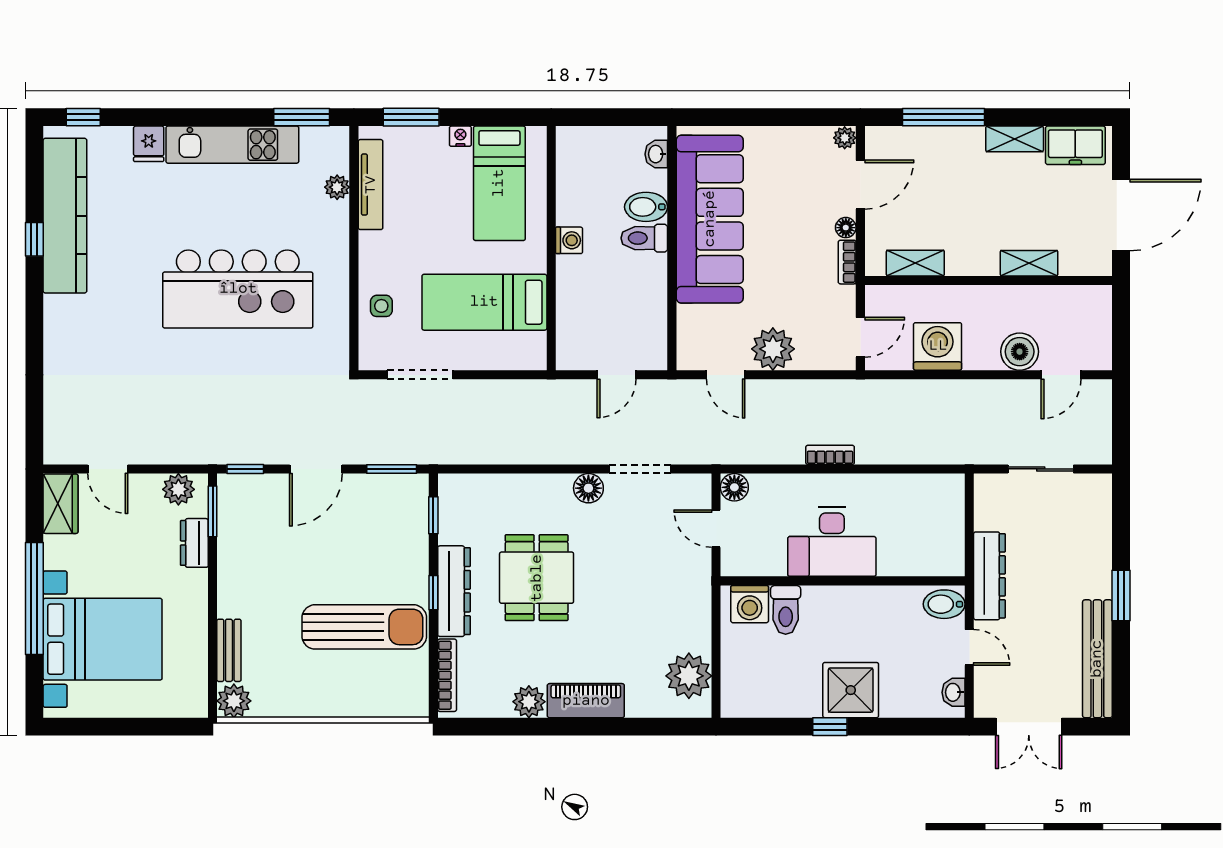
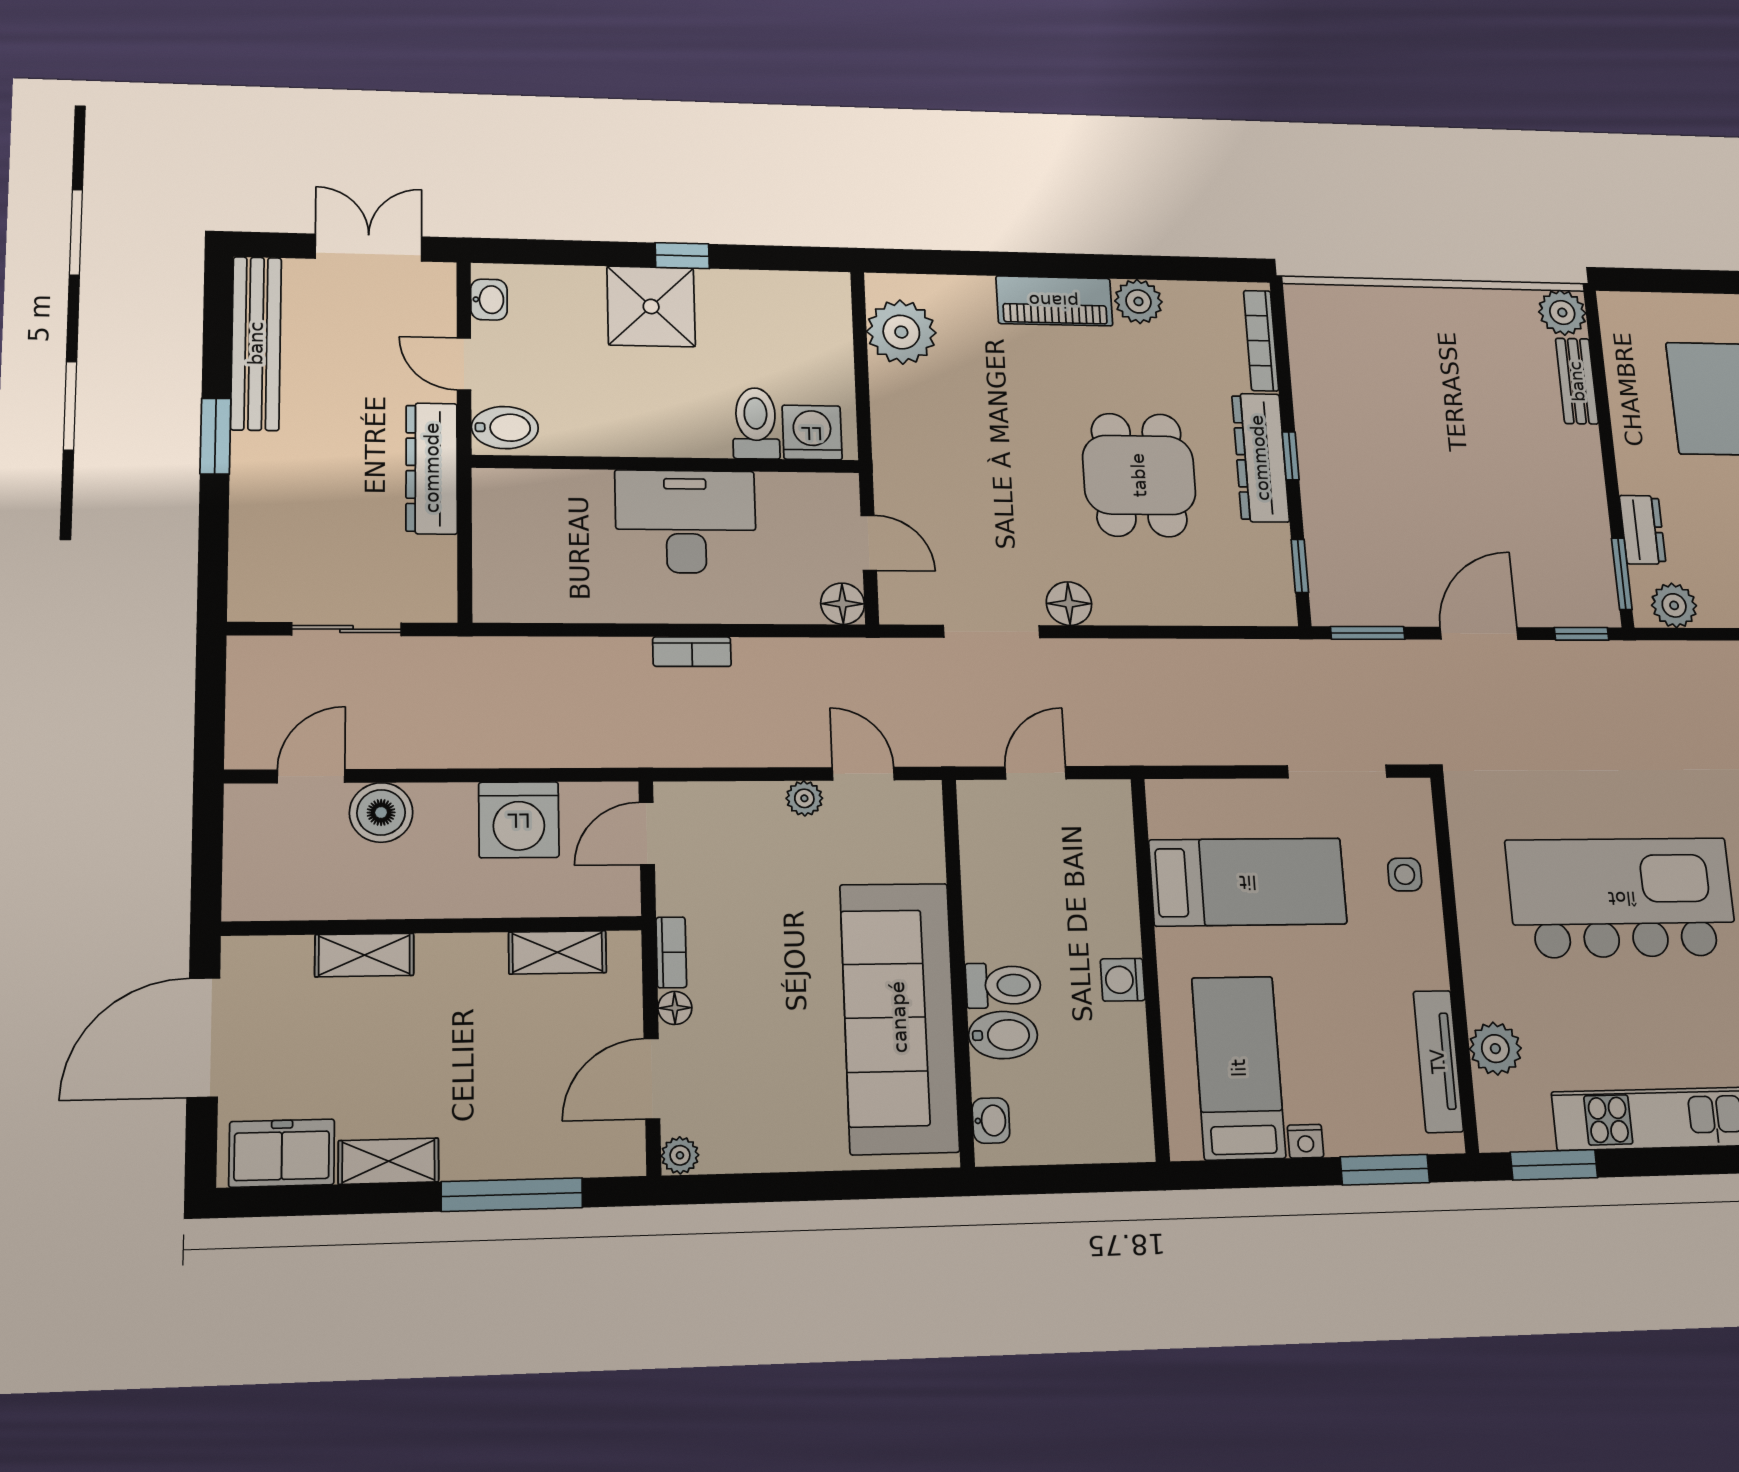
plant: (337, 187) -> (1495, 1049), width x1.38, depth x1.38
plant: (773, 349) -> (804, 798), width x0.53, depth x0.53
sun lounger: (364, 627) -> (1387, 410), removed

